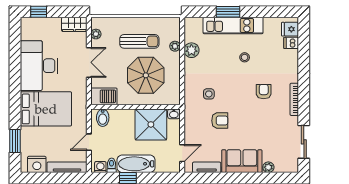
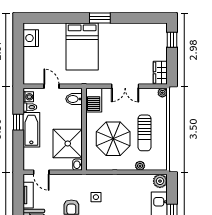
plant: (96, 34) -> (162, 93), moved
plant: (191, 50) -> (160, 181), moved
desk: (39, 66) -> (122, 40), removed
window: (15, 141) -> (100, 18), moved
tv unit: (67, 167) -> (28, 66), removed

